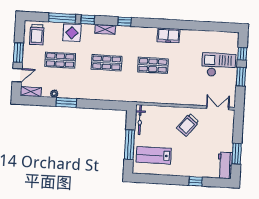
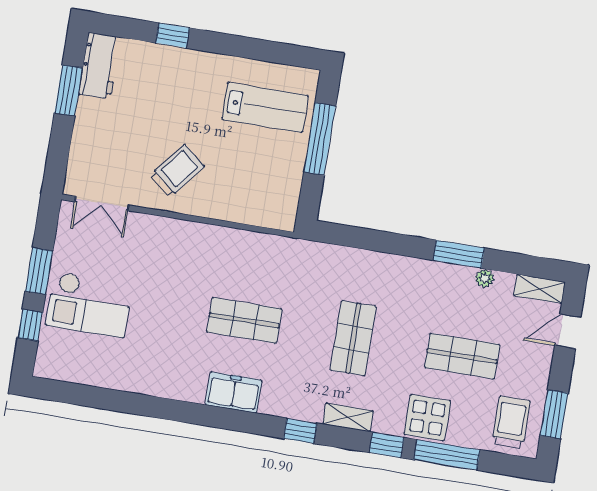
freezer: (168, 35) -> (233, 392), moved
window: (18, 53) -> (554, 414), moved
shop shelf: (107, 63) -> (353, 338), turned 90
bicycle: (140, 120) -> (289, 195), removed

